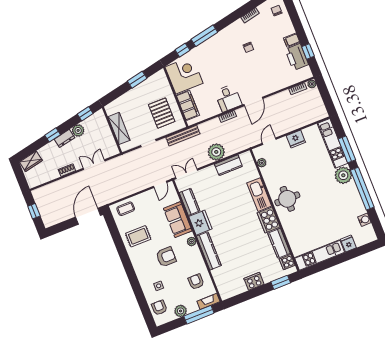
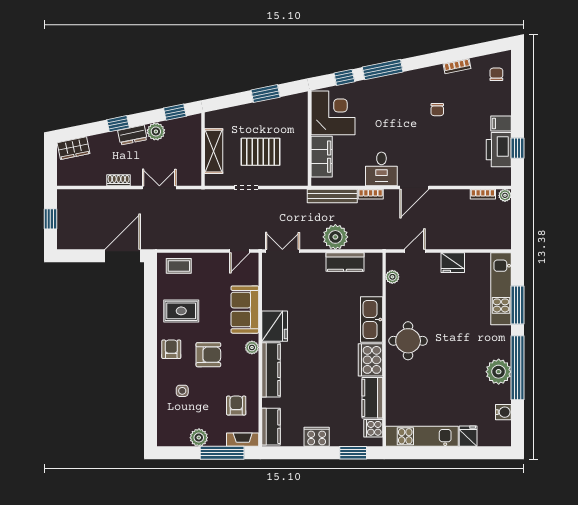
pallet: (162, 113) -> (260, 152), moved, turned 90
bench: (183, 136) -> (332, 196), moved
plant: (343, 175) -> (499, 372), moved
kitchen counter: (189, 202) -> (271, 427), moved
armchair: (159, 308) -> (171, 349), moved

